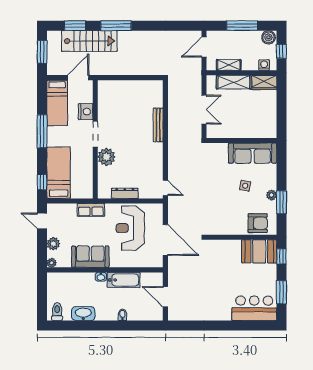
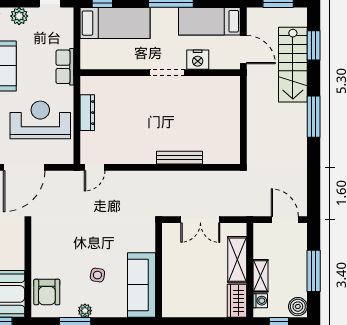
window: (116, 26) -> (314, 117), moved
shelving: (229, 65) -> (261, 276), moved
plant: (106, 157) -> (137, 88), removed

